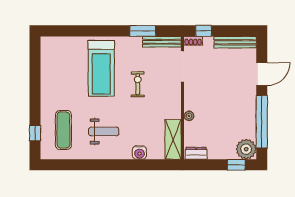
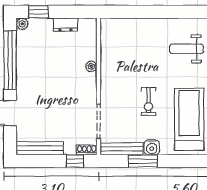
shelving: (173, 139) -> (109, 40), removed
plant: (246, 149) -> (22, 24), width x0.53, depth x0.53
water cooler: (139, 152) -> (152, 147), moved, turned 180
dresser: (196, 153) -> (65, 25), moved

